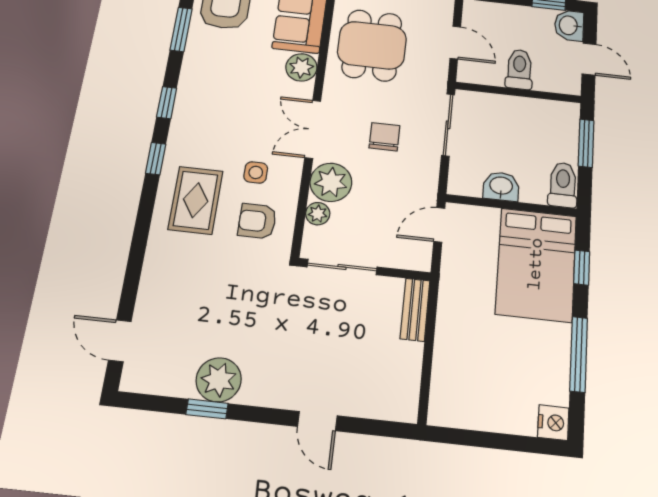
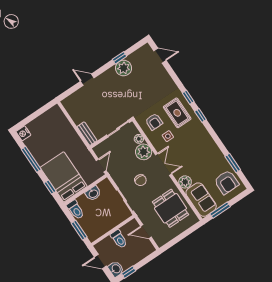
window: (167, 103) -> (188, 97), moved
armchair: (257, 221) -> (154, 122), turned 90

